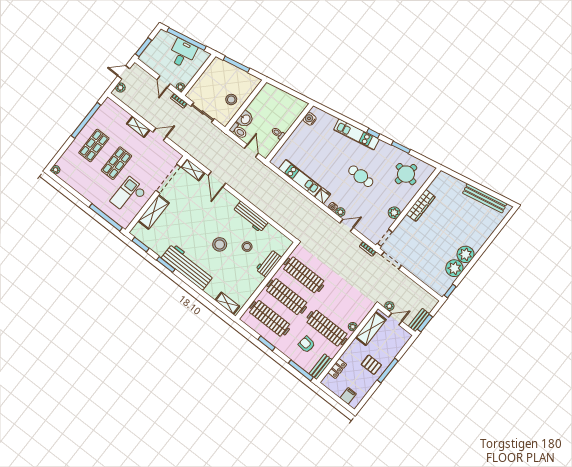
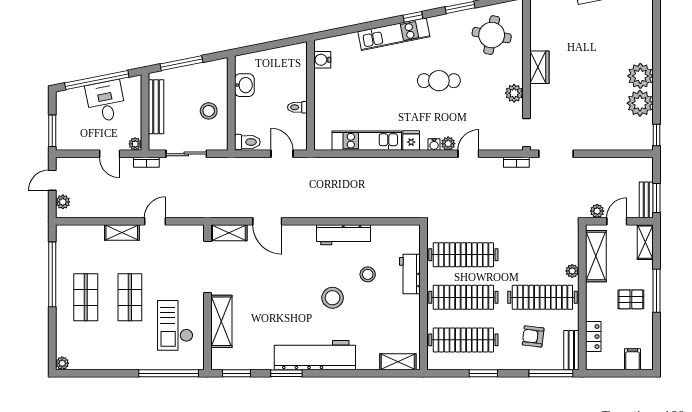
bench: (206, 76) -> (156, 107), added
washbasin: (245, 119) -> (244, 85), moved
wardrobe: (421, 205) -> (539, 67), width x0.67
shelving: (402, 341) -> (645, 242), added

